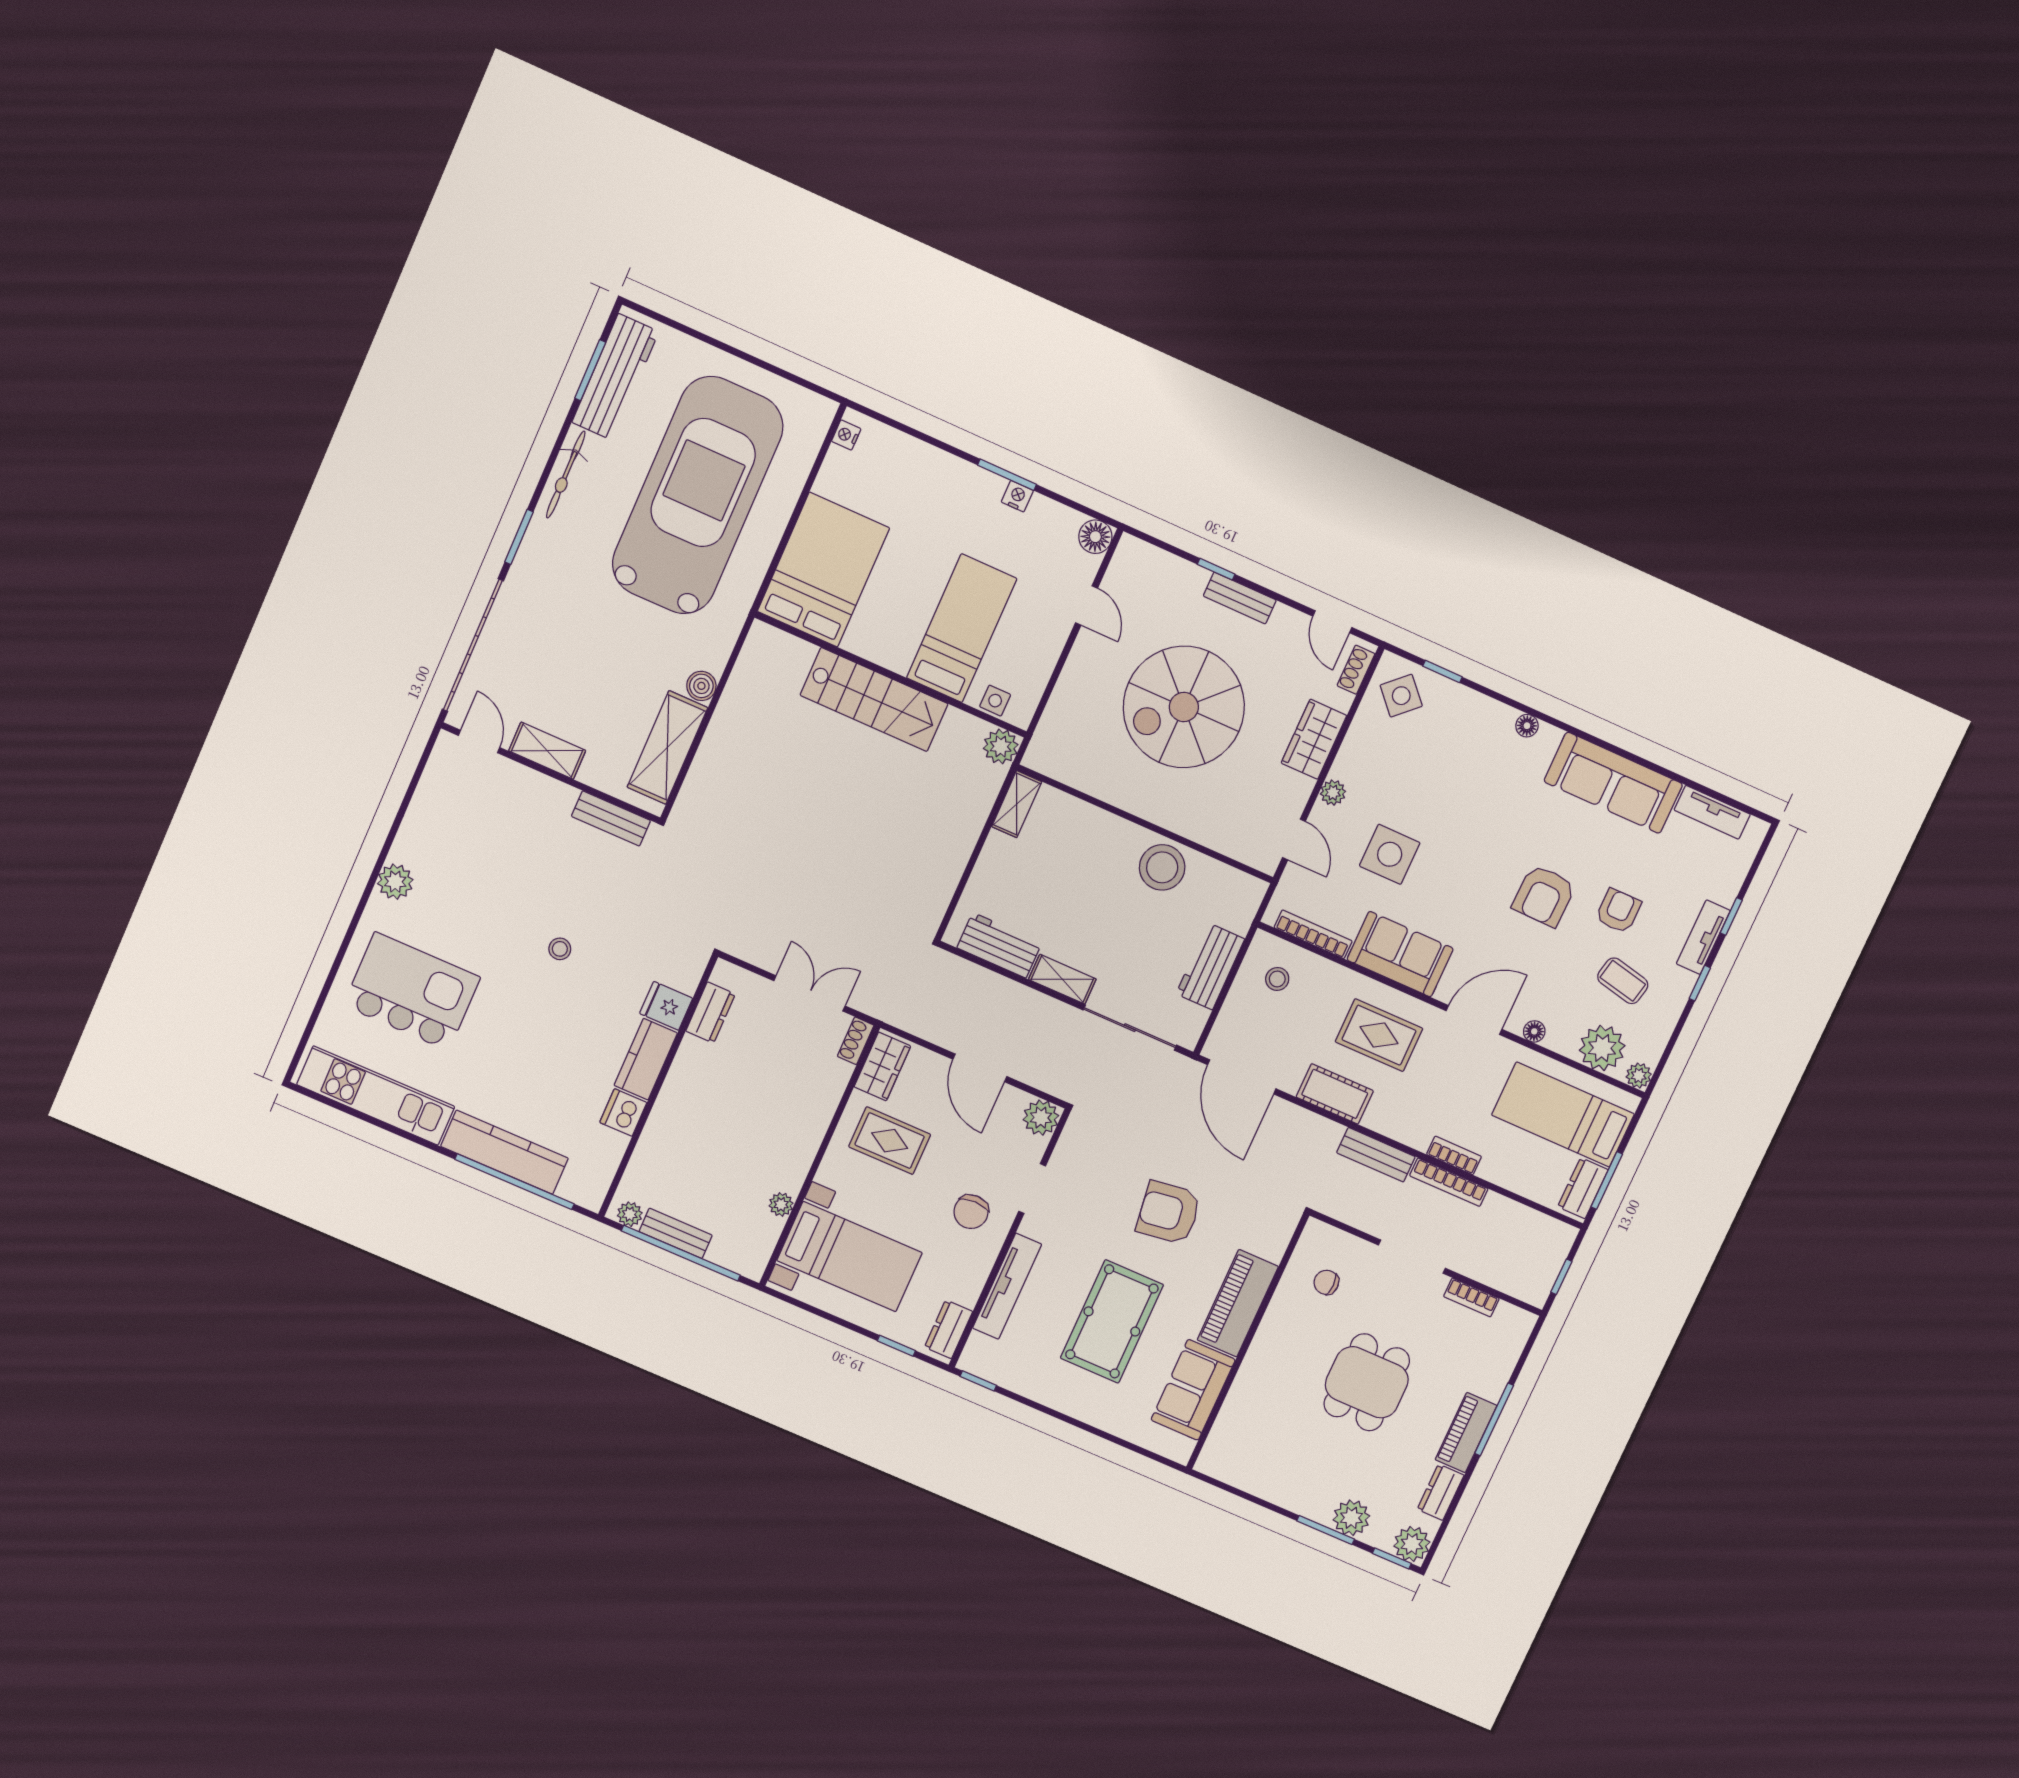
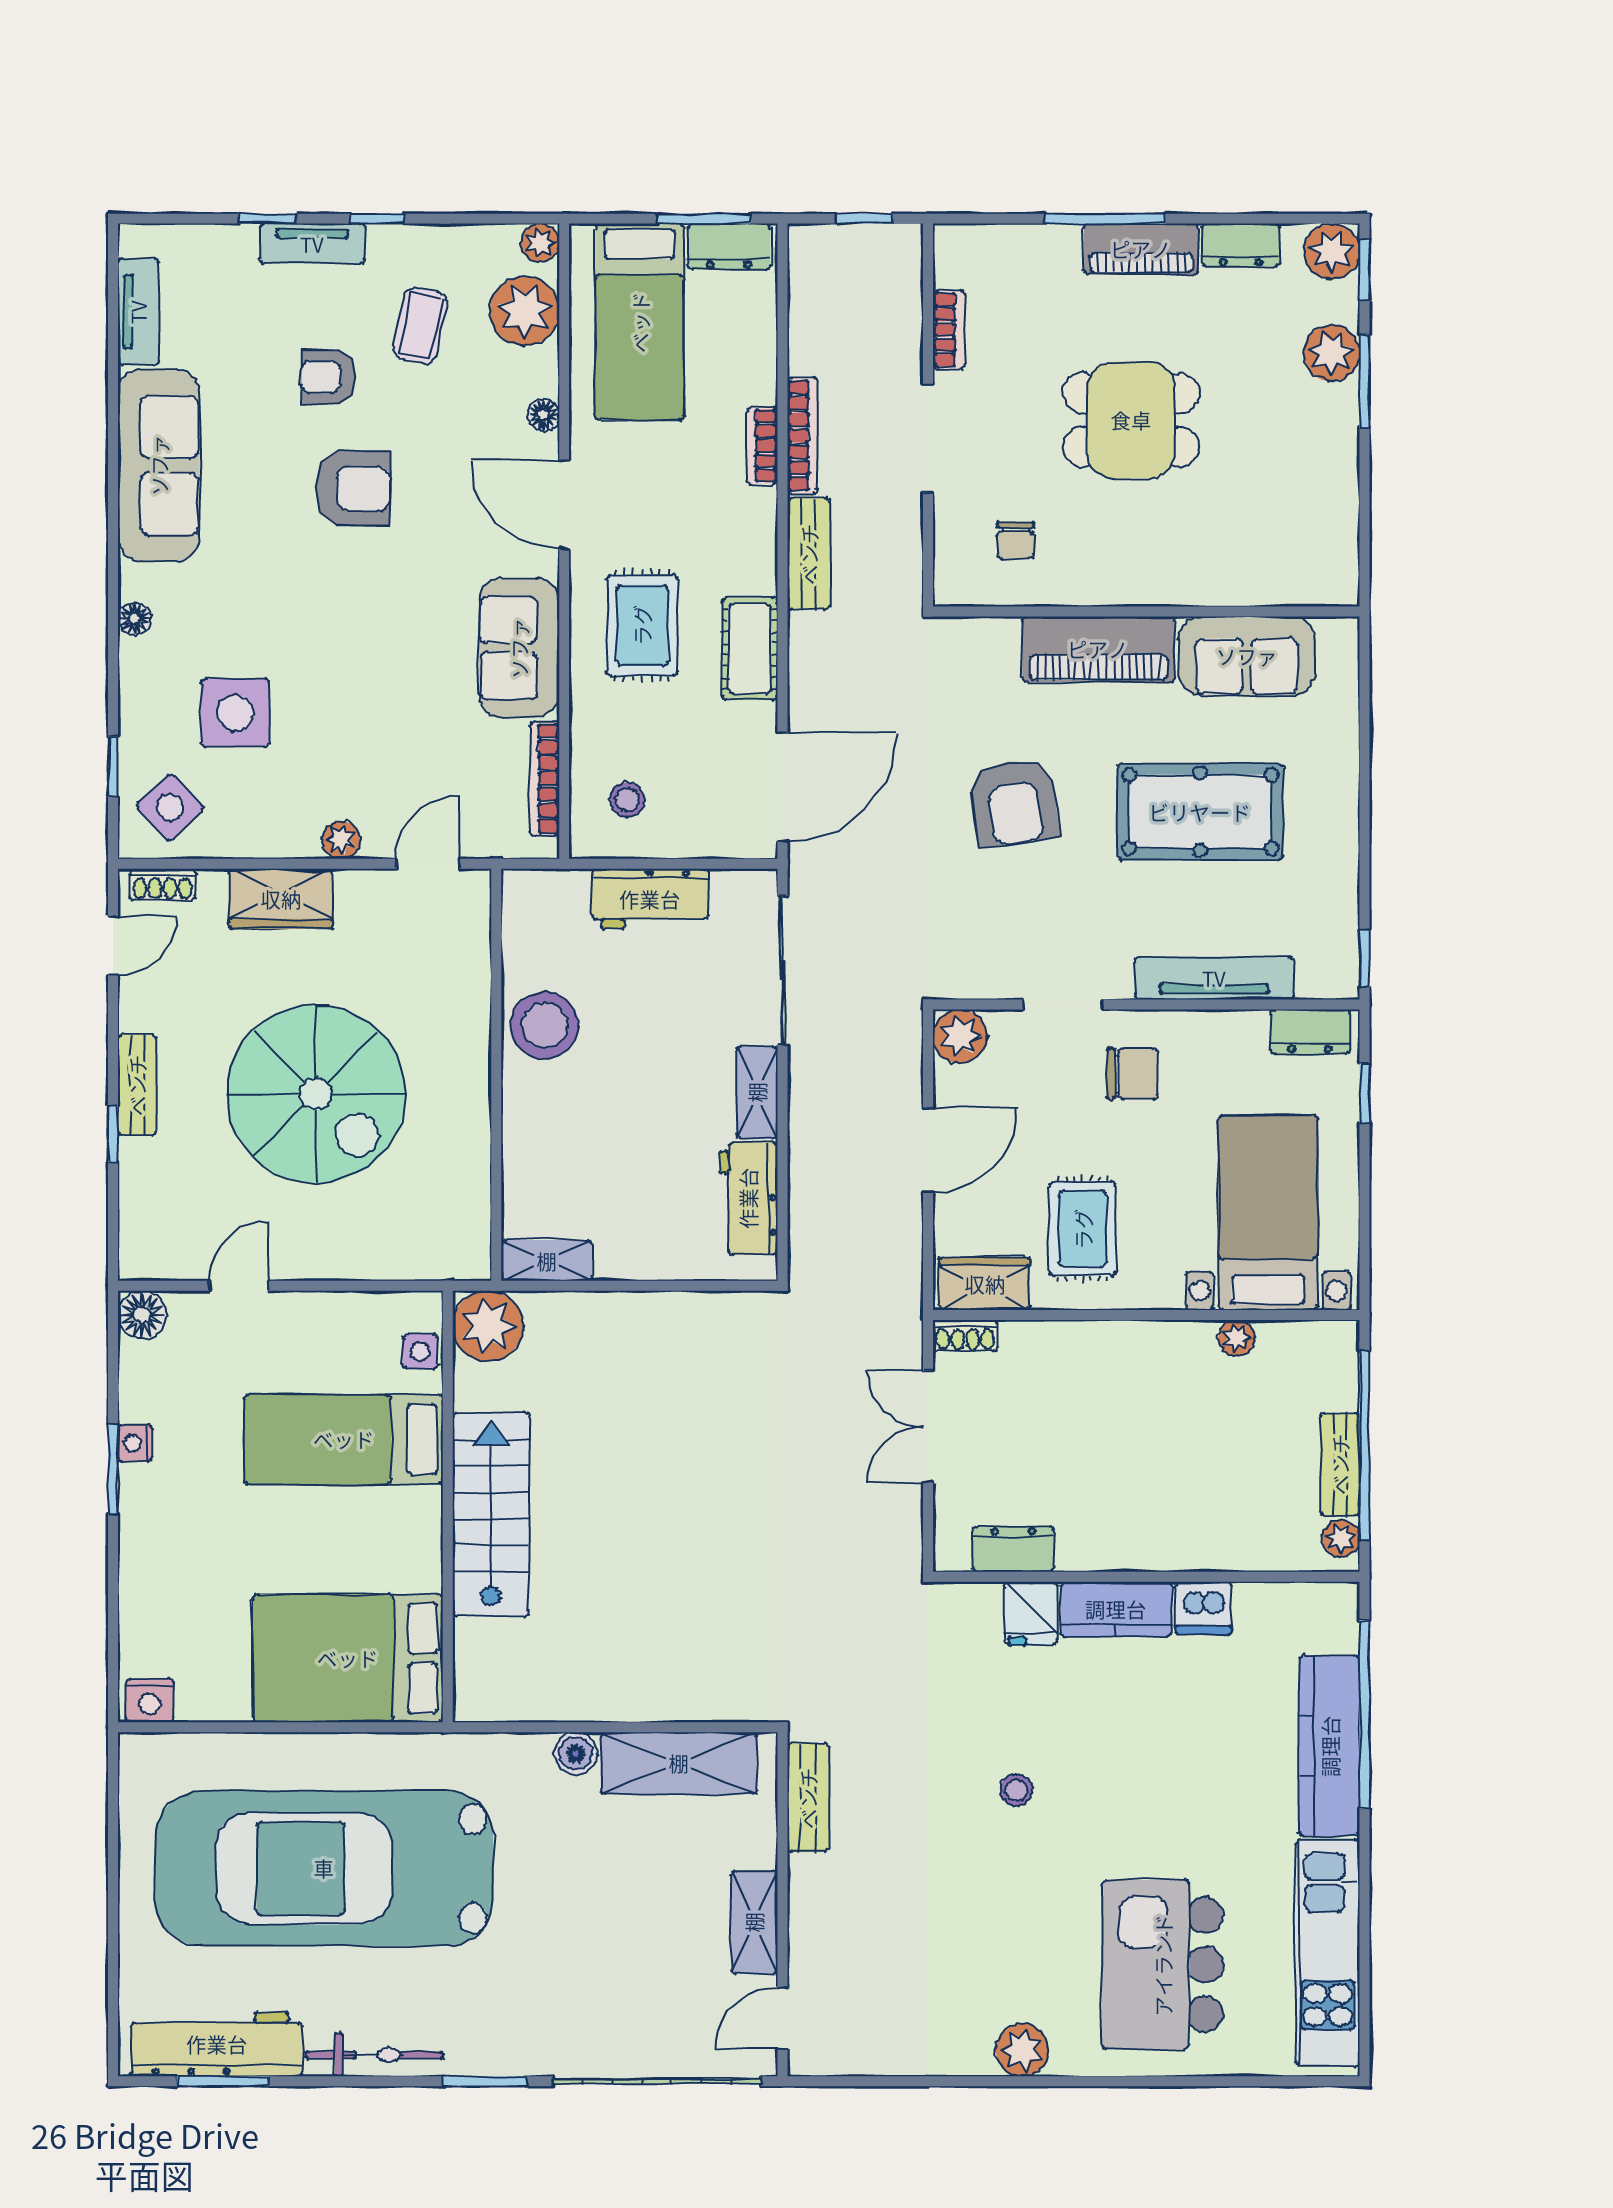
nightstand: (846, 435) -> (150, 1701), width x1.39, depth x1.35
plant: (1001, 746) -> (488, 1326), width x1.36, depth x1.36
side table: (1390, 854) -> (235, 713), moved

